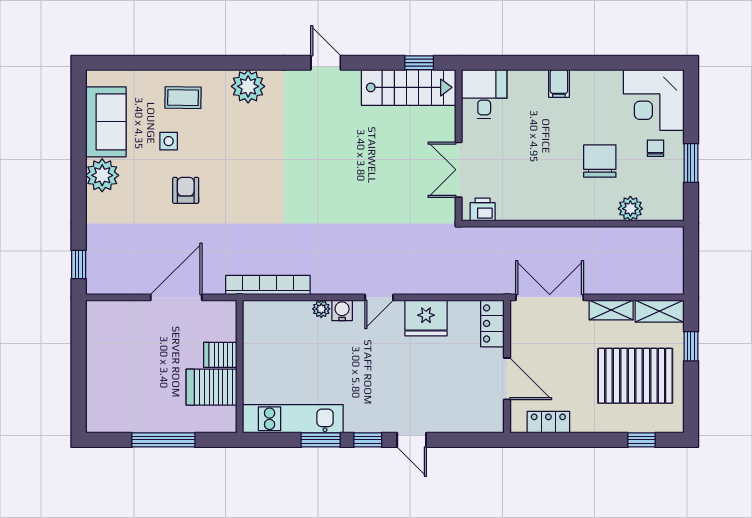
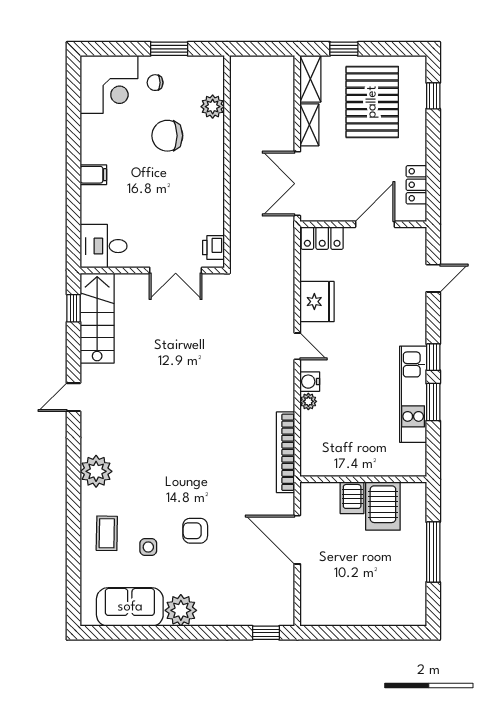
kitchen unit: (293, 419) -> (413, 394), moved
door: (412, 440) -> (433, 278), moved

